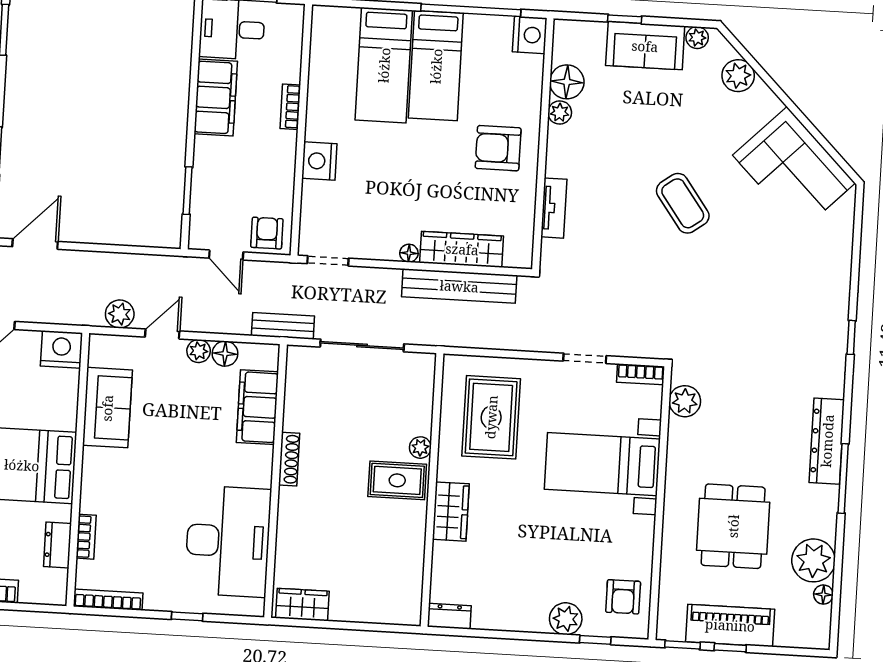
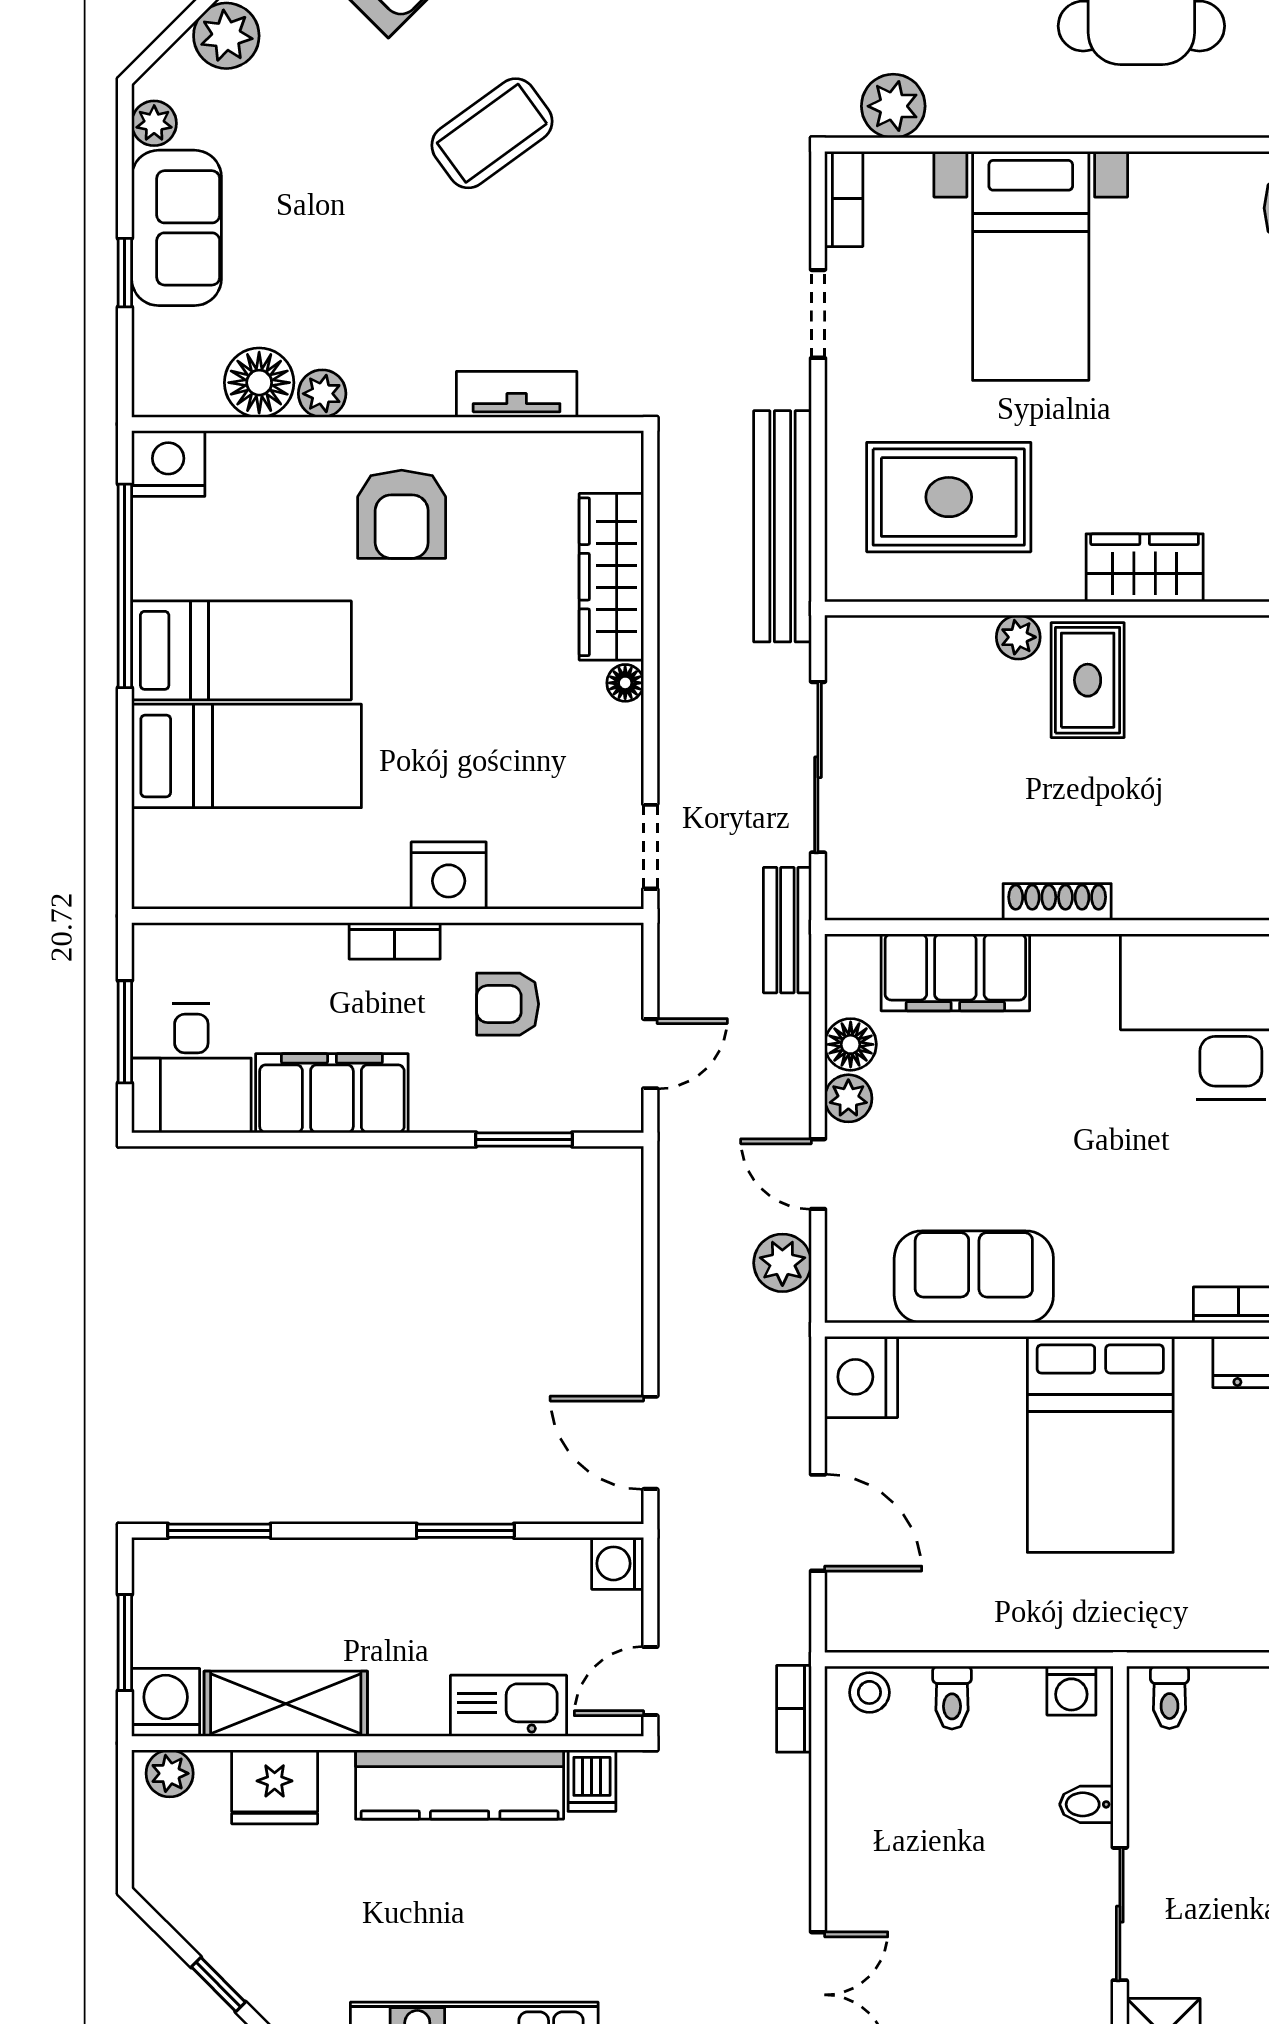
bookcase: (290, 107) -> (395, 941), moved
armchair: (267, 233) -> (508, 1004), moved
bench: (459, 286) -> (783, 526), moved

